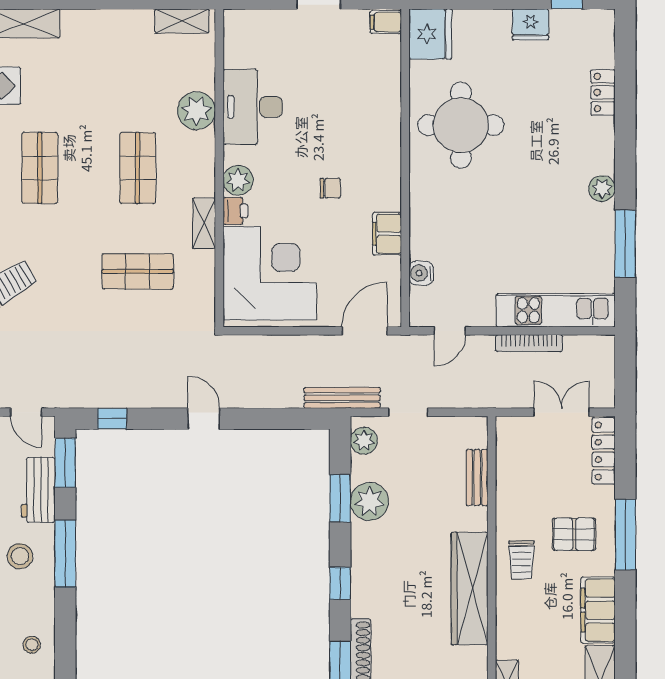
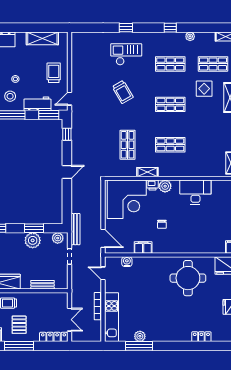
plant: (196, 111) -> (194, 169), removed
plant: (602, 189) -> (140, 336), moved

